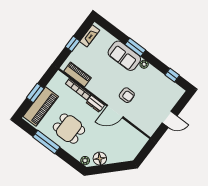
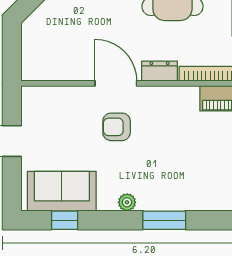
sofa: (124, 56) -> (62, 191), moved
door: (115, 111) -> (116, 83), hinge flipped

